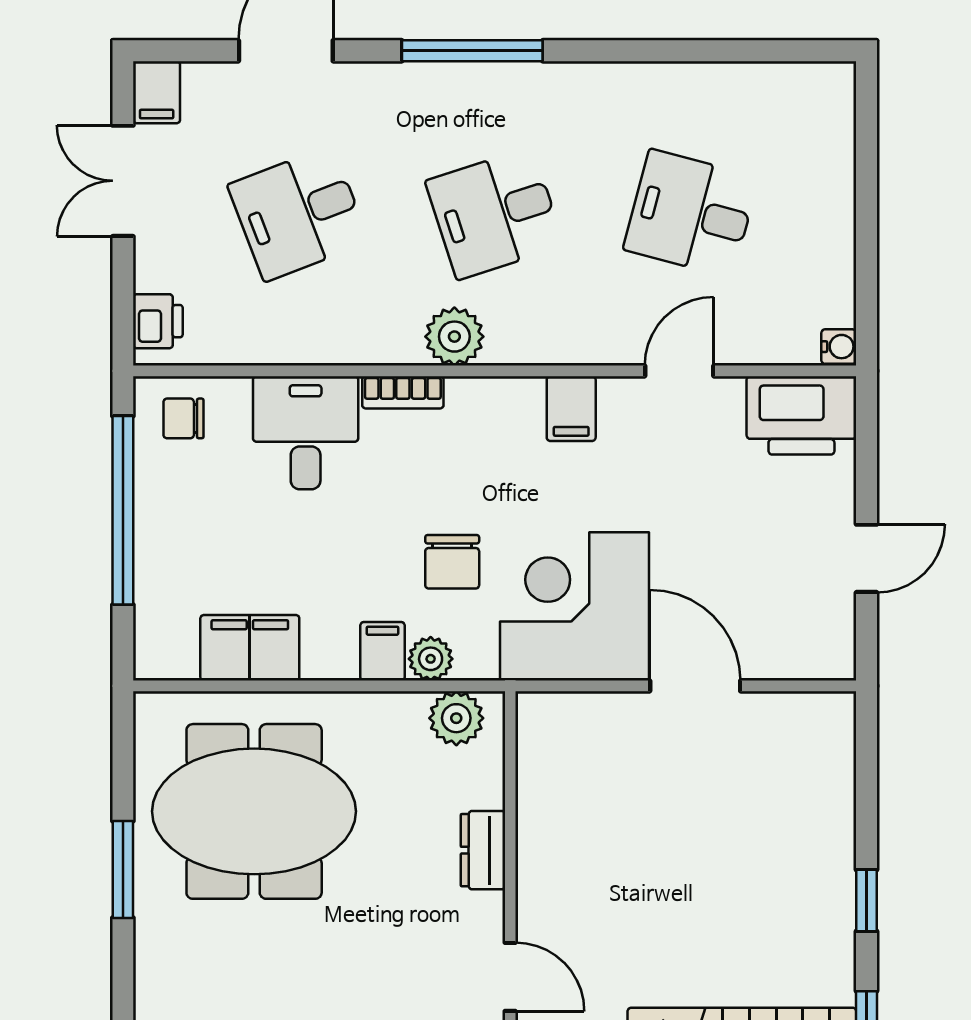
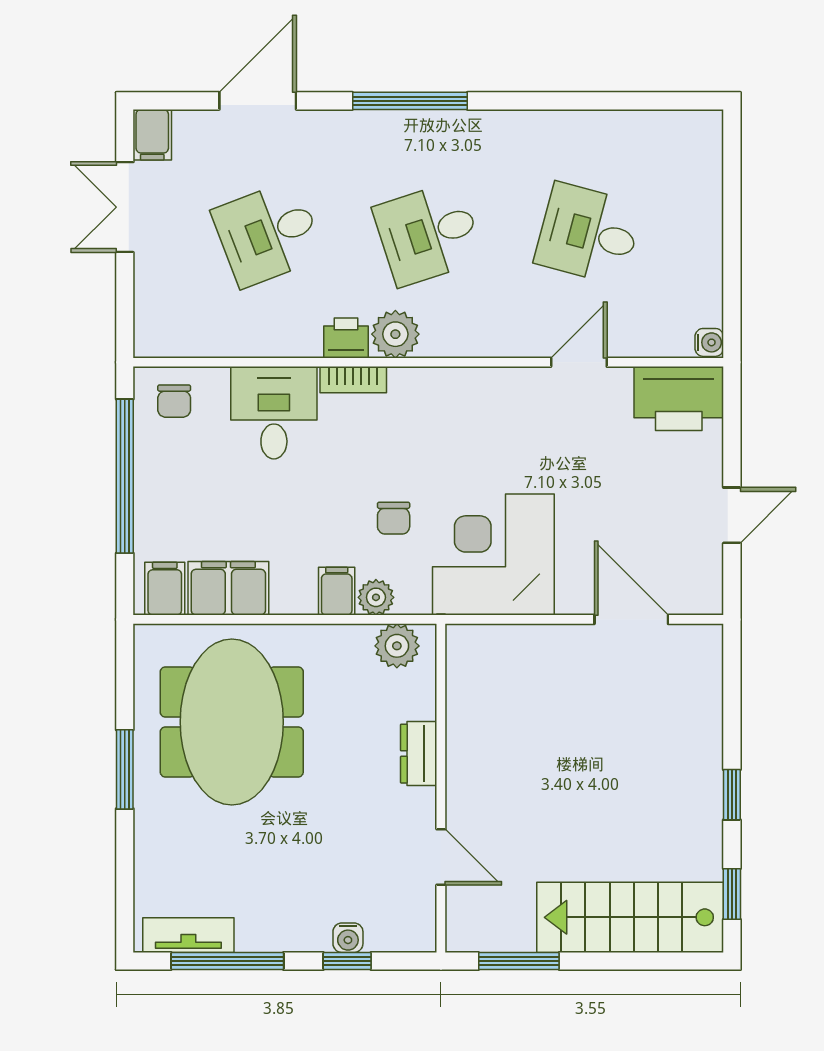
printer: (158, 321) -> (346, 338), moved, turned -90
filing cabinet: (571, 409) -> (165, 589), moved, turned 180
chair: (183, 418) -> (174, 401), turned -90
chair: (452, 562) -> (394, 518), width x0.73, depth x0.73
door: (695, 686) -> (631, 619), moved
meeting table: (254, 811) -> (232, 722), turned 90

